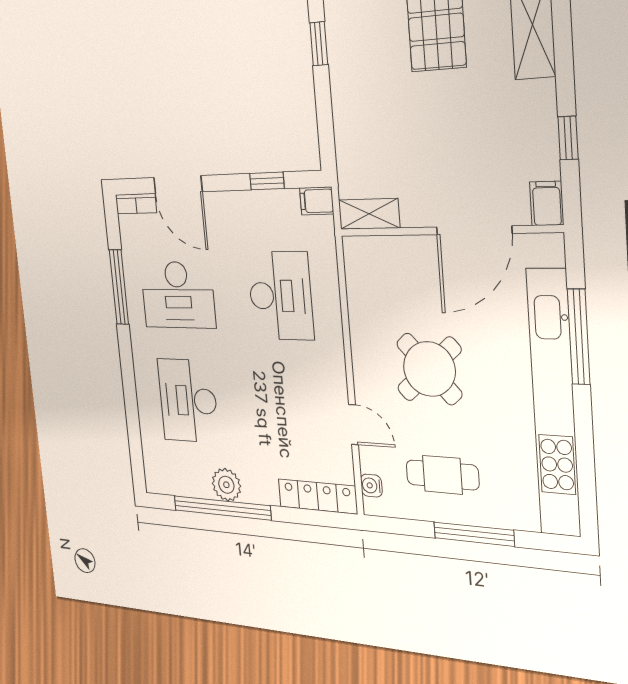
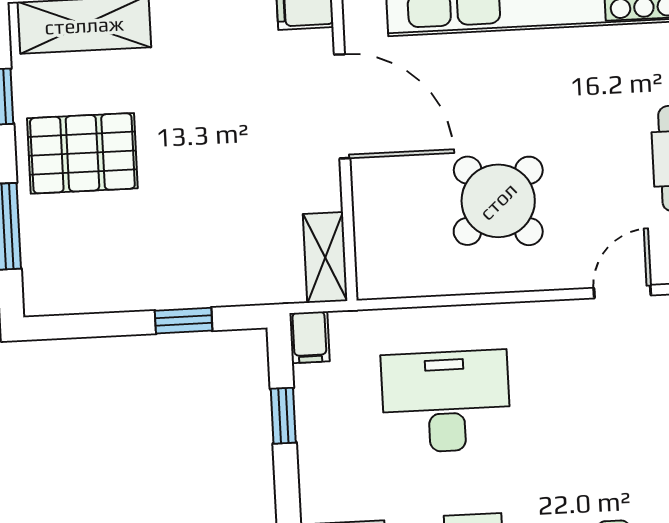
window: (319, 44) -> (184, 321), moved
round table: (429, 369) -> (498, 201), moved

